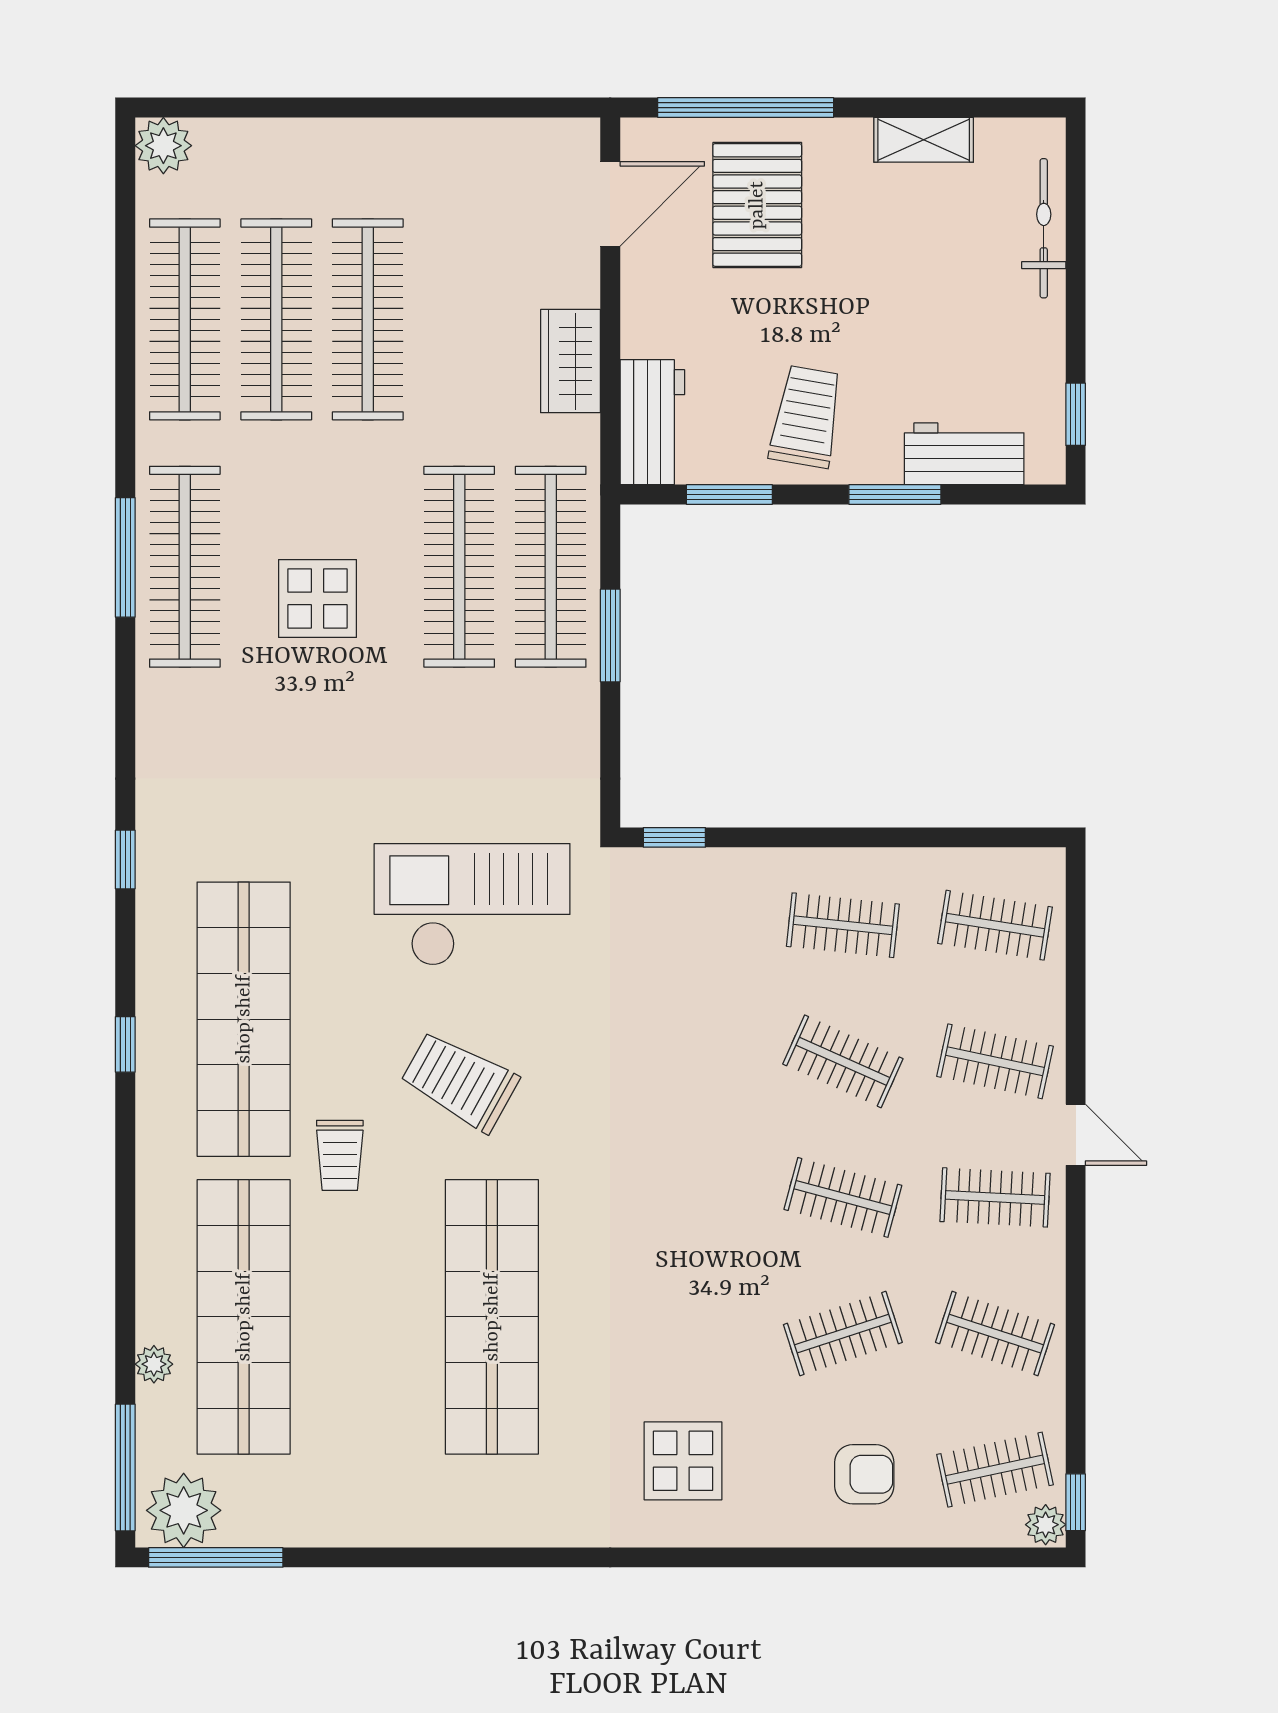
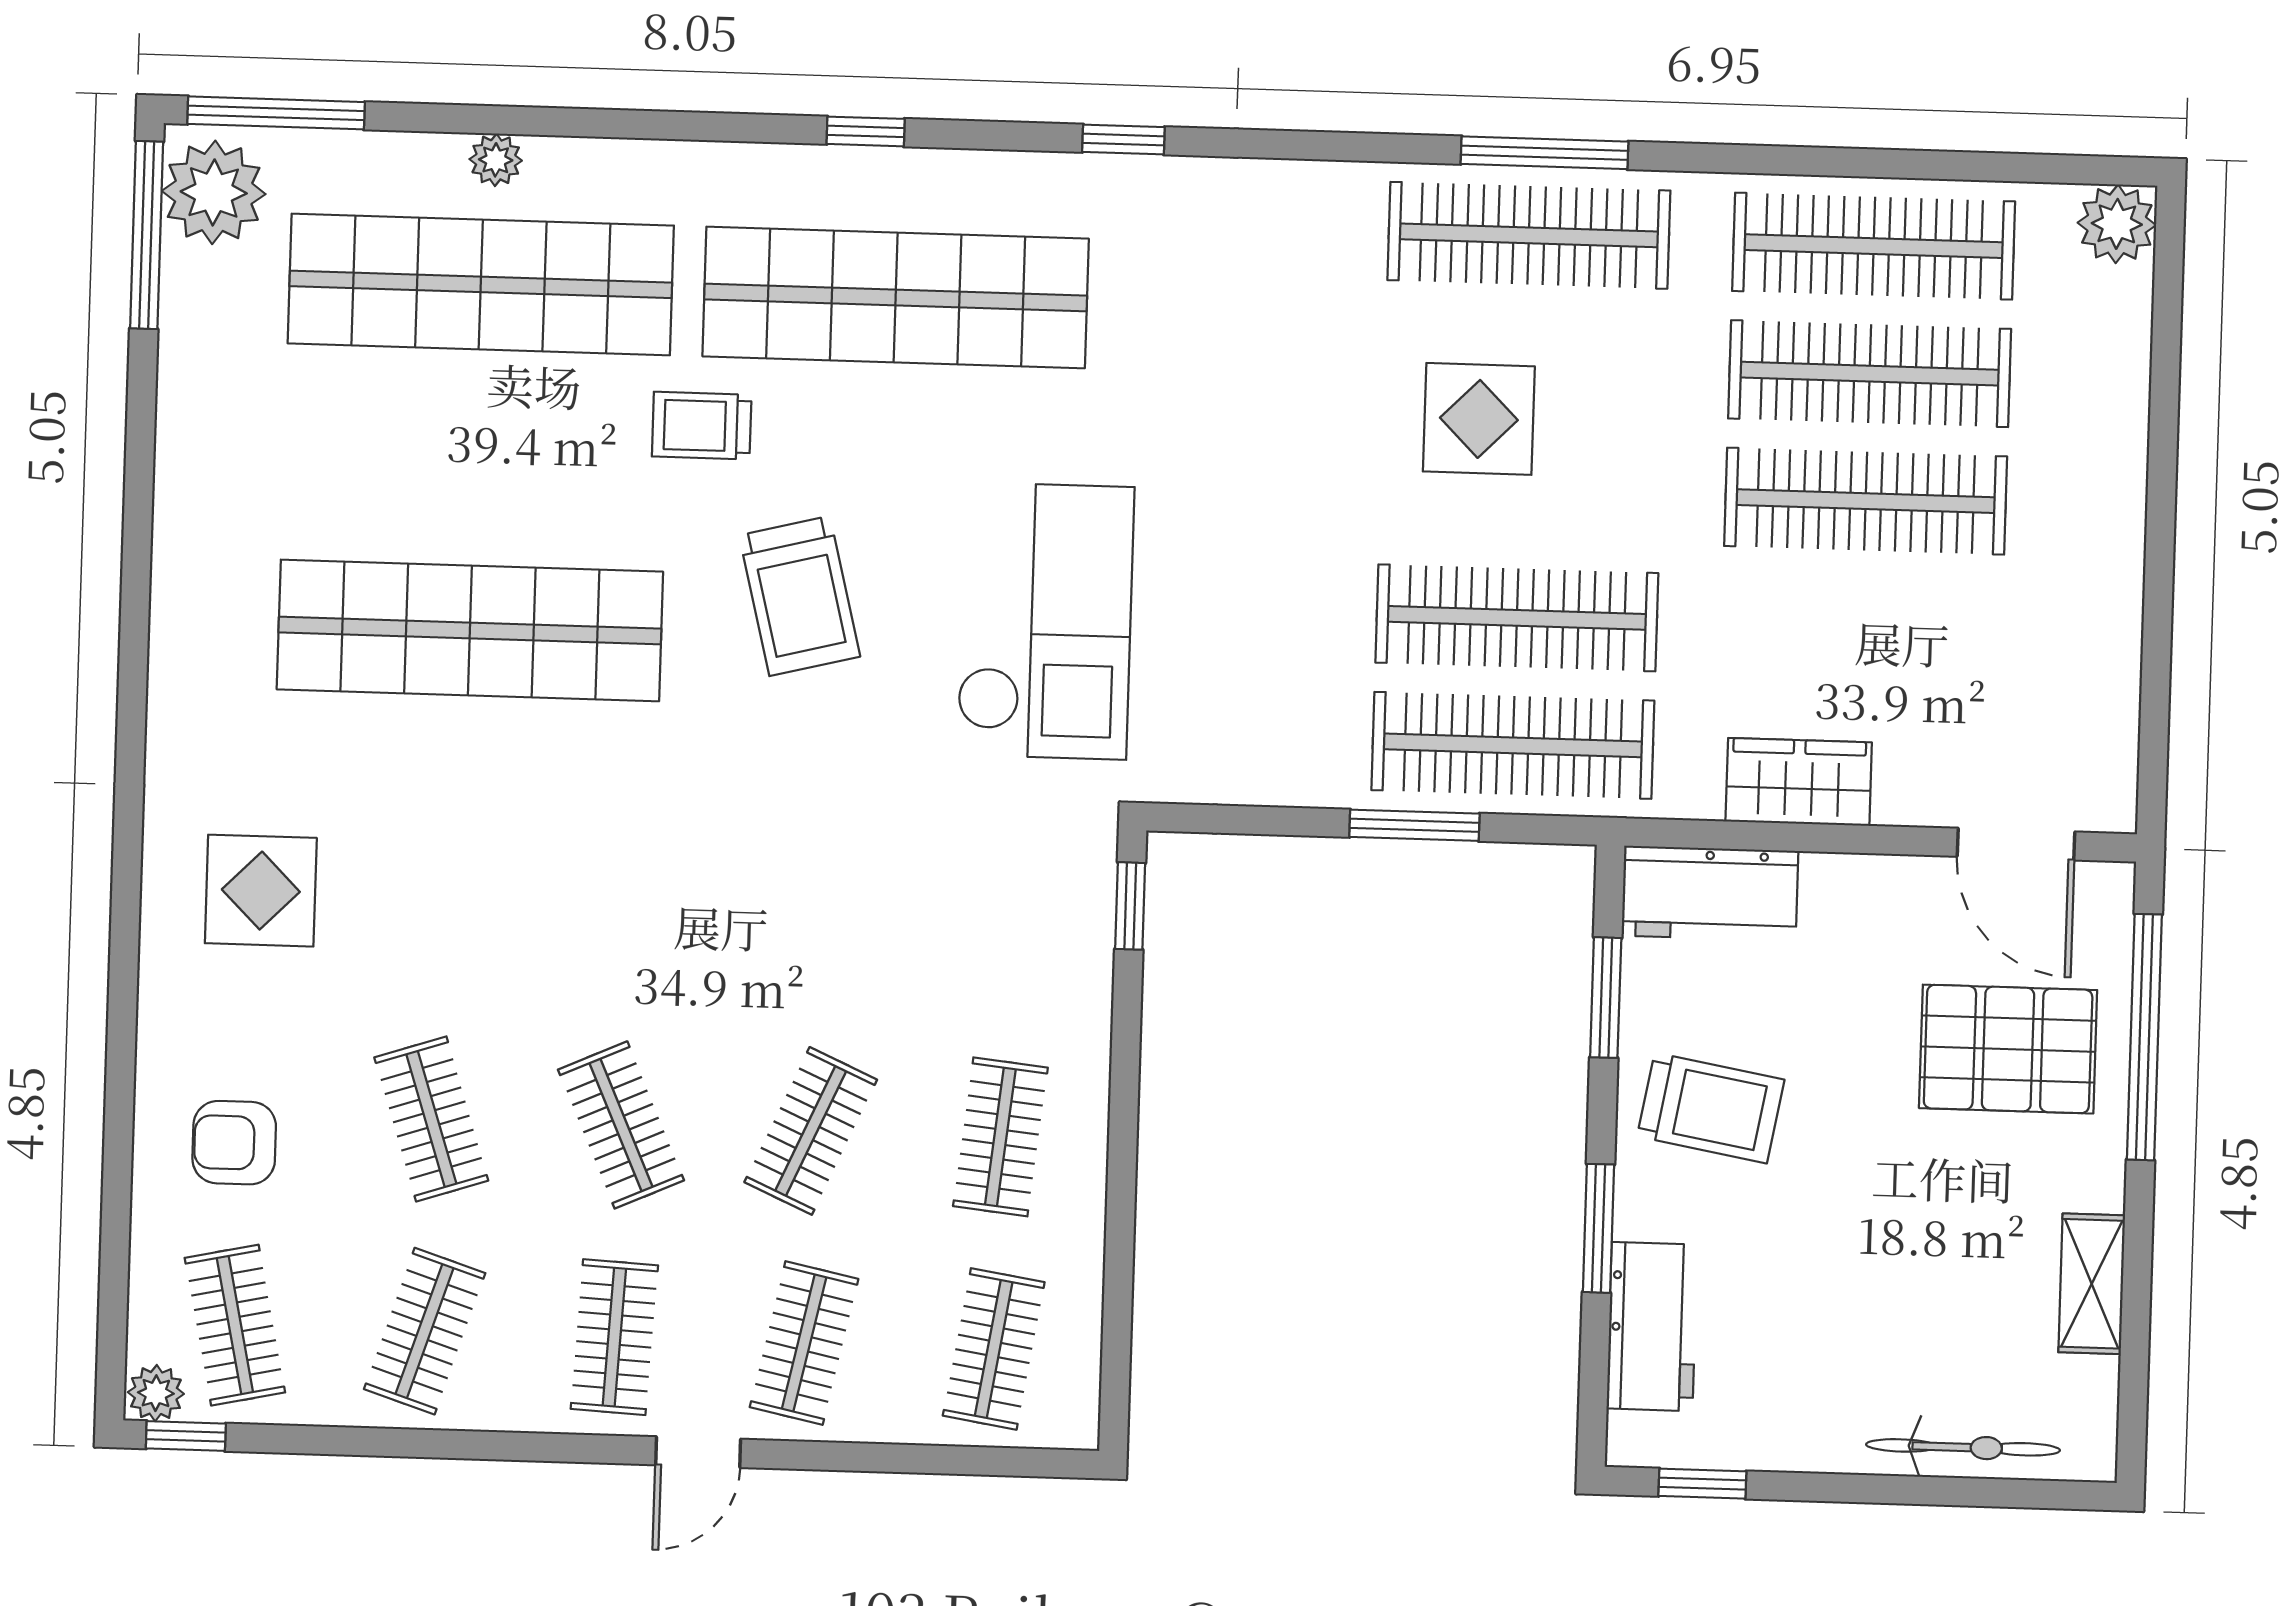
trolley: (460, 1081) -> (800, 596), turned 137
clothes rail: (843, 1197) -> (621, 1125), turned -39
plant: (154, 1364) -> (496, 160), moved
armchair: (864, 1474) -> (234, 1143), turned 90

